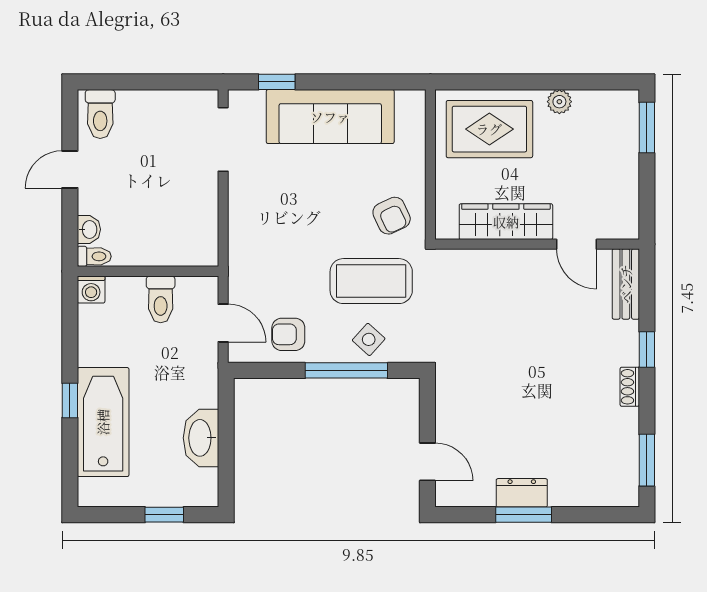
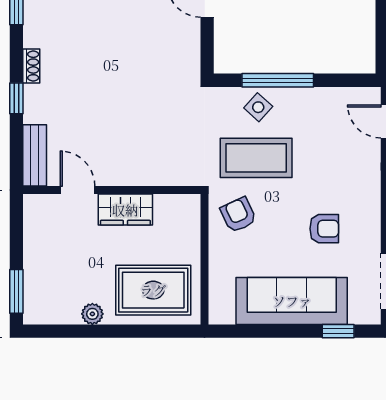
wardrobe: (506, 222) -> (125, 210), width x0.67
armchair: (288, 334) -> (324, 229), moved

